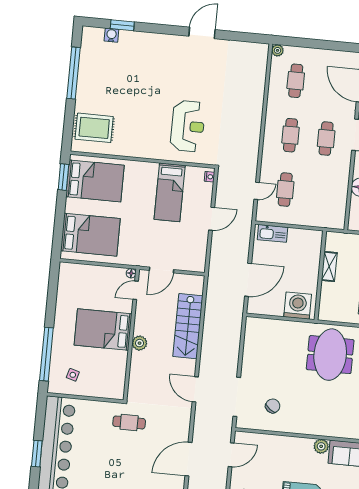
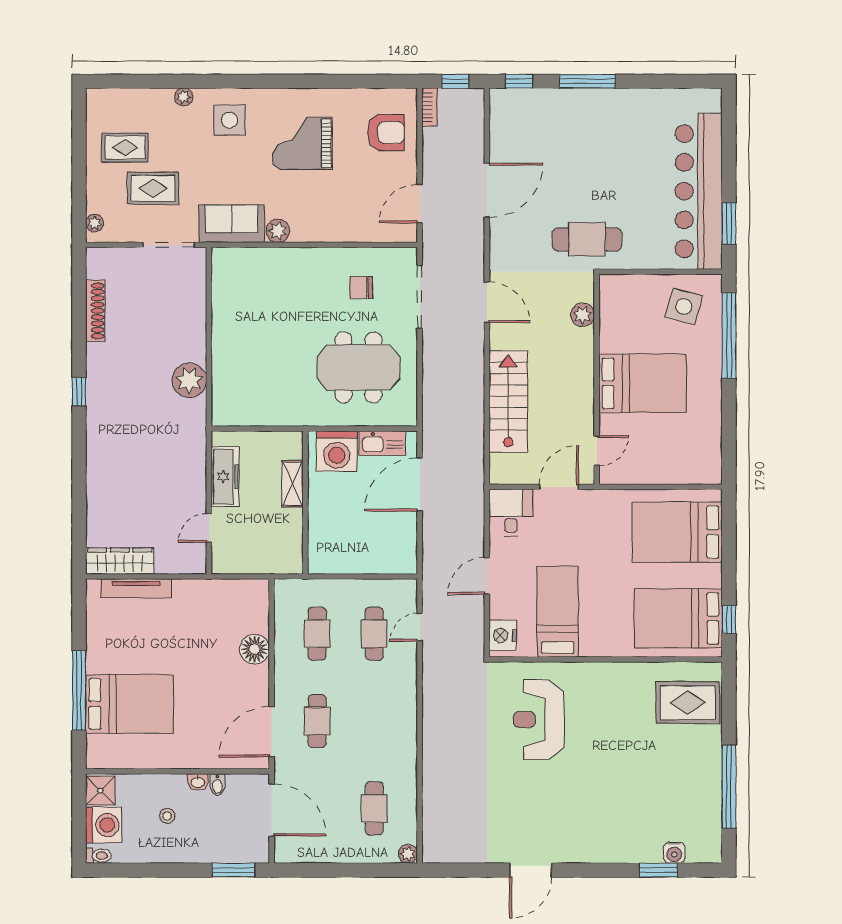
cafe table: (290, 135) -> (317, 634), moved
window: (63, 177) -> (729, 620), width x0.67
nightstand: (210, 177) -> (503, 635), width x1.89, depth x1.79
kitchen sink: (273, 233) -> (382, 443), moved, turned 180
desk: (193, 257) -> (511, 513), added
shelving: (329, 267) -> (293, 484), moved
floor lamp: (131, 273) -> (607, 477), removed
plant: (140, 343) -> (583, 315), moved
meeting table: (330, 355) -> (358, 367), moved, turned 90
side table: (73, 375) -> (684, 307), width x1.87, depth x1.87
chair: (273, 406) -> (361, 288), turned 53
cafe table: (129, 422) -> (587, 239), width x1.37, depth x1.35
window: (37, 454) -> (729, 223), moved

